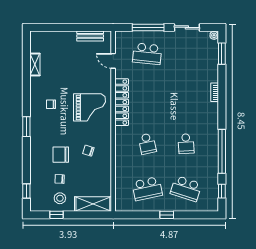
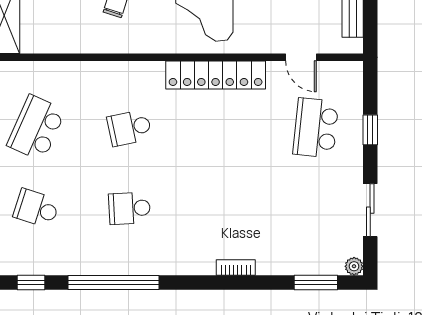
window: (148, 27) -> (370, 130), width x0.46
door: (113, 61) -> (301, 57), swing flipped
school desk: (147, 189) -> (36, 128), turned 36
school desk: (186, 189) -> (36, 208), width x0.54

